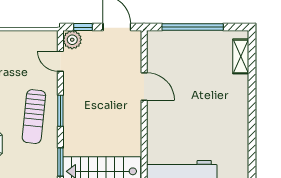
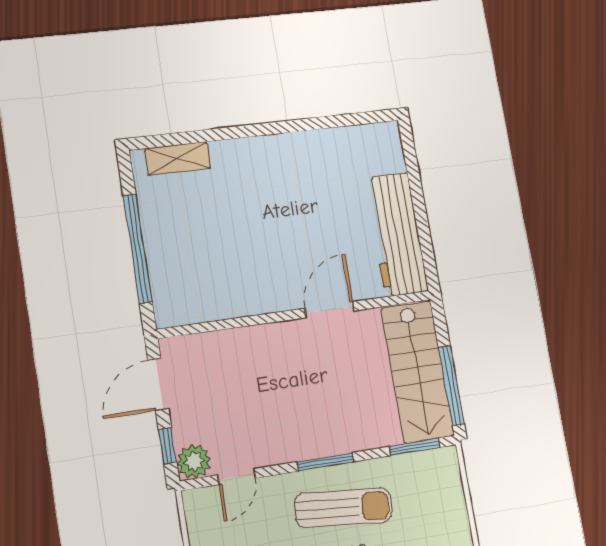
door: (144, 86) -> (330, 310), moved

